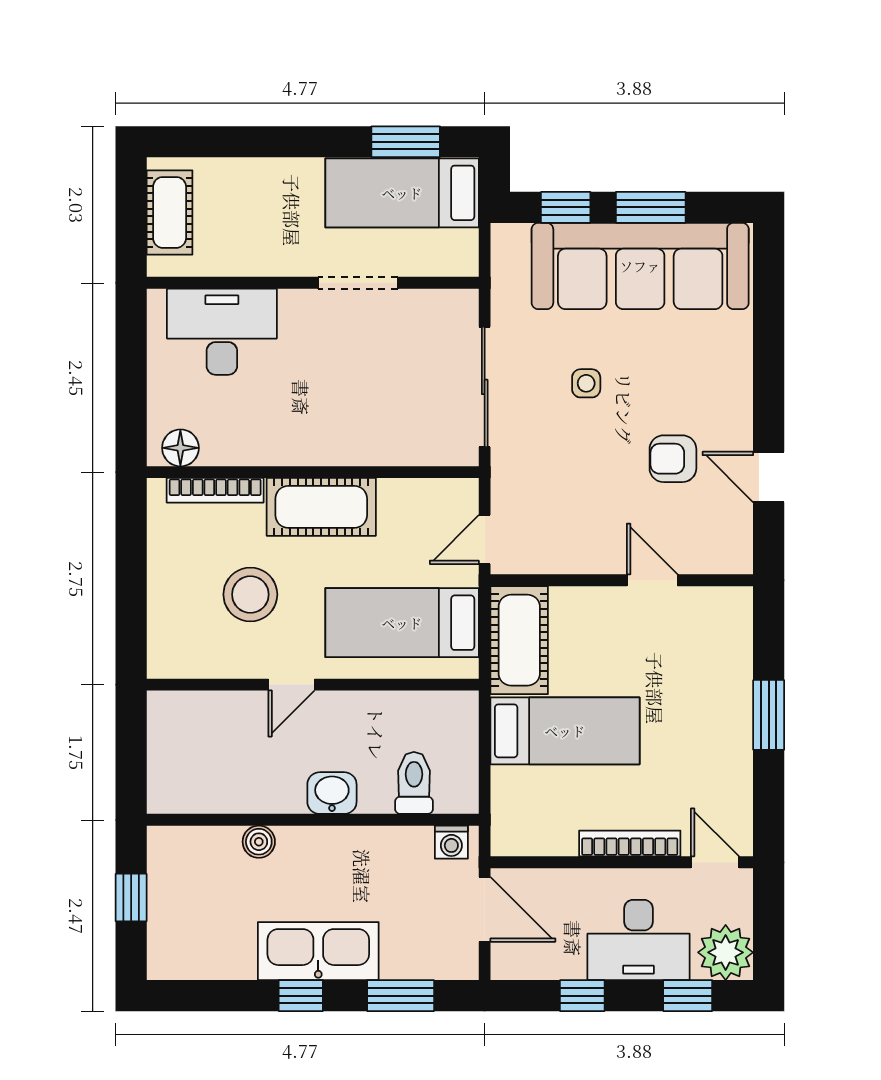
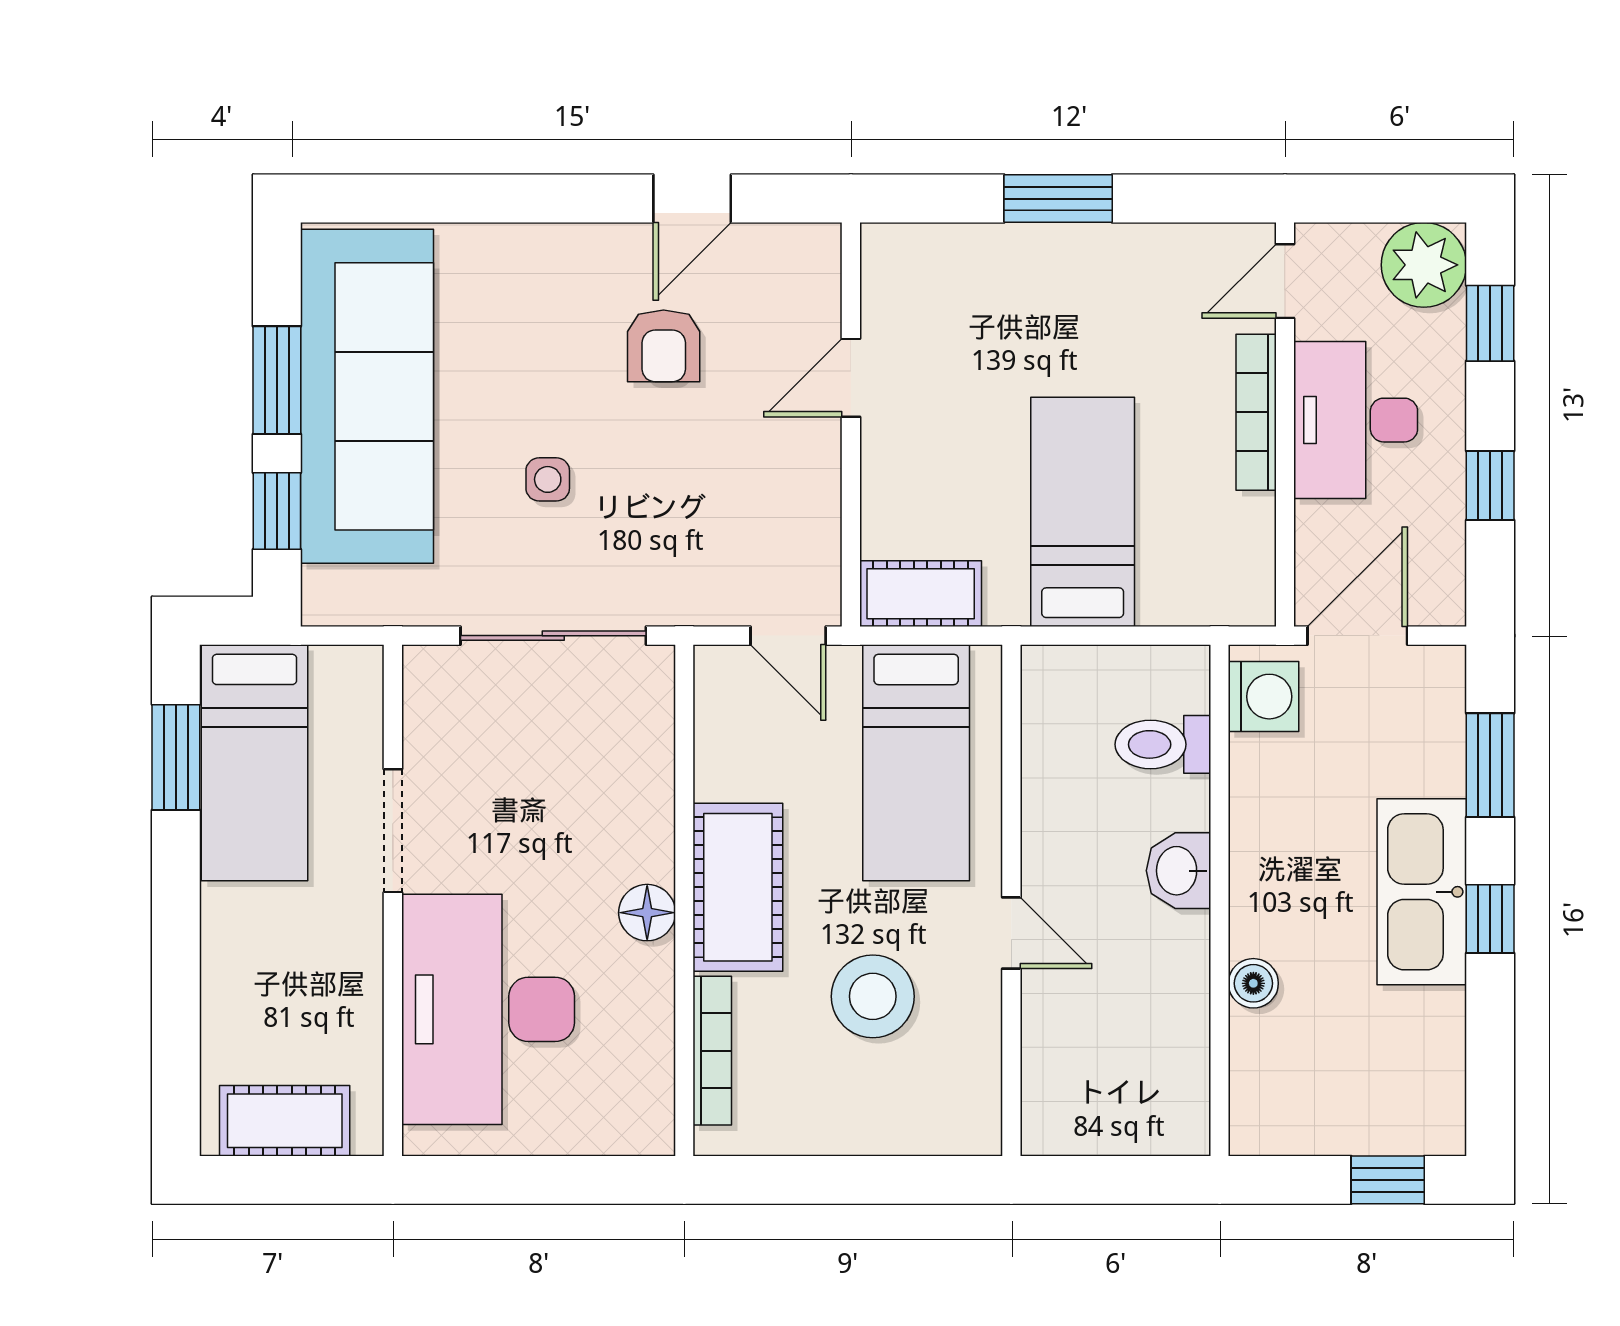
desk: (222, 332) -> (488, 1009), width x1.36, depth x1.30
floor lamp: (180, 448) -> (647, 913), moved
cot: (519, 640) -> (921, 594), width x0.73, depth x0.75
washing machine: (451, 842) -> (1264, 697), width x1.38, depth x1.38
window: (131, 898) -> (1388, 1180), moved
desk: (638, 940) -> (1356, 420), moved, turned 180

